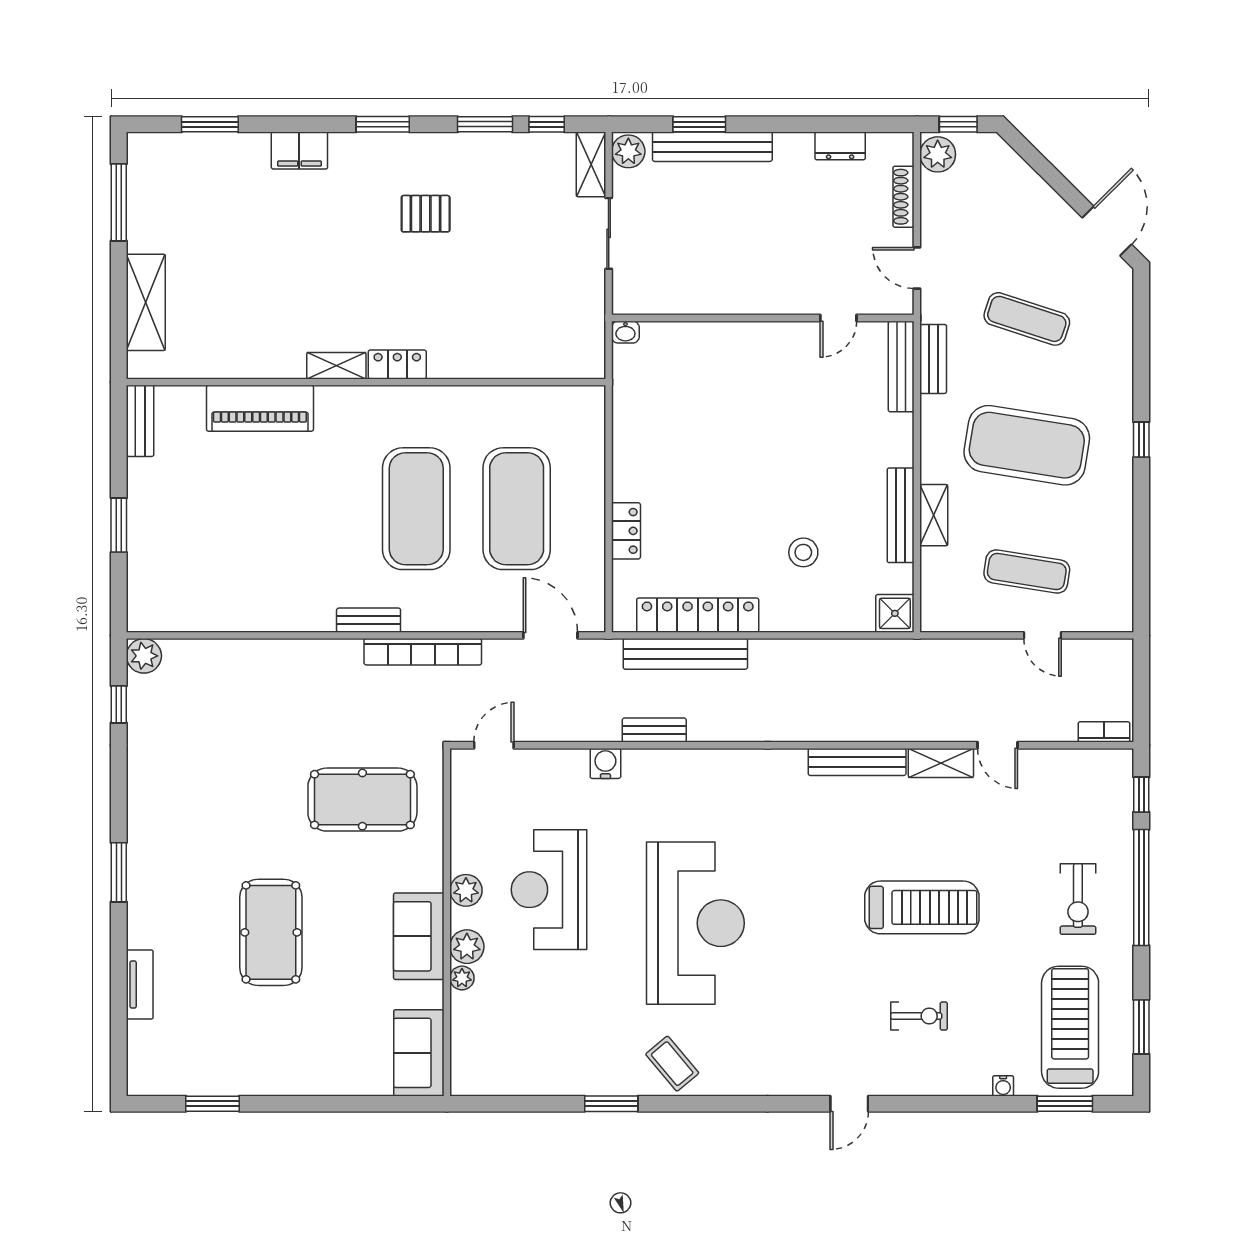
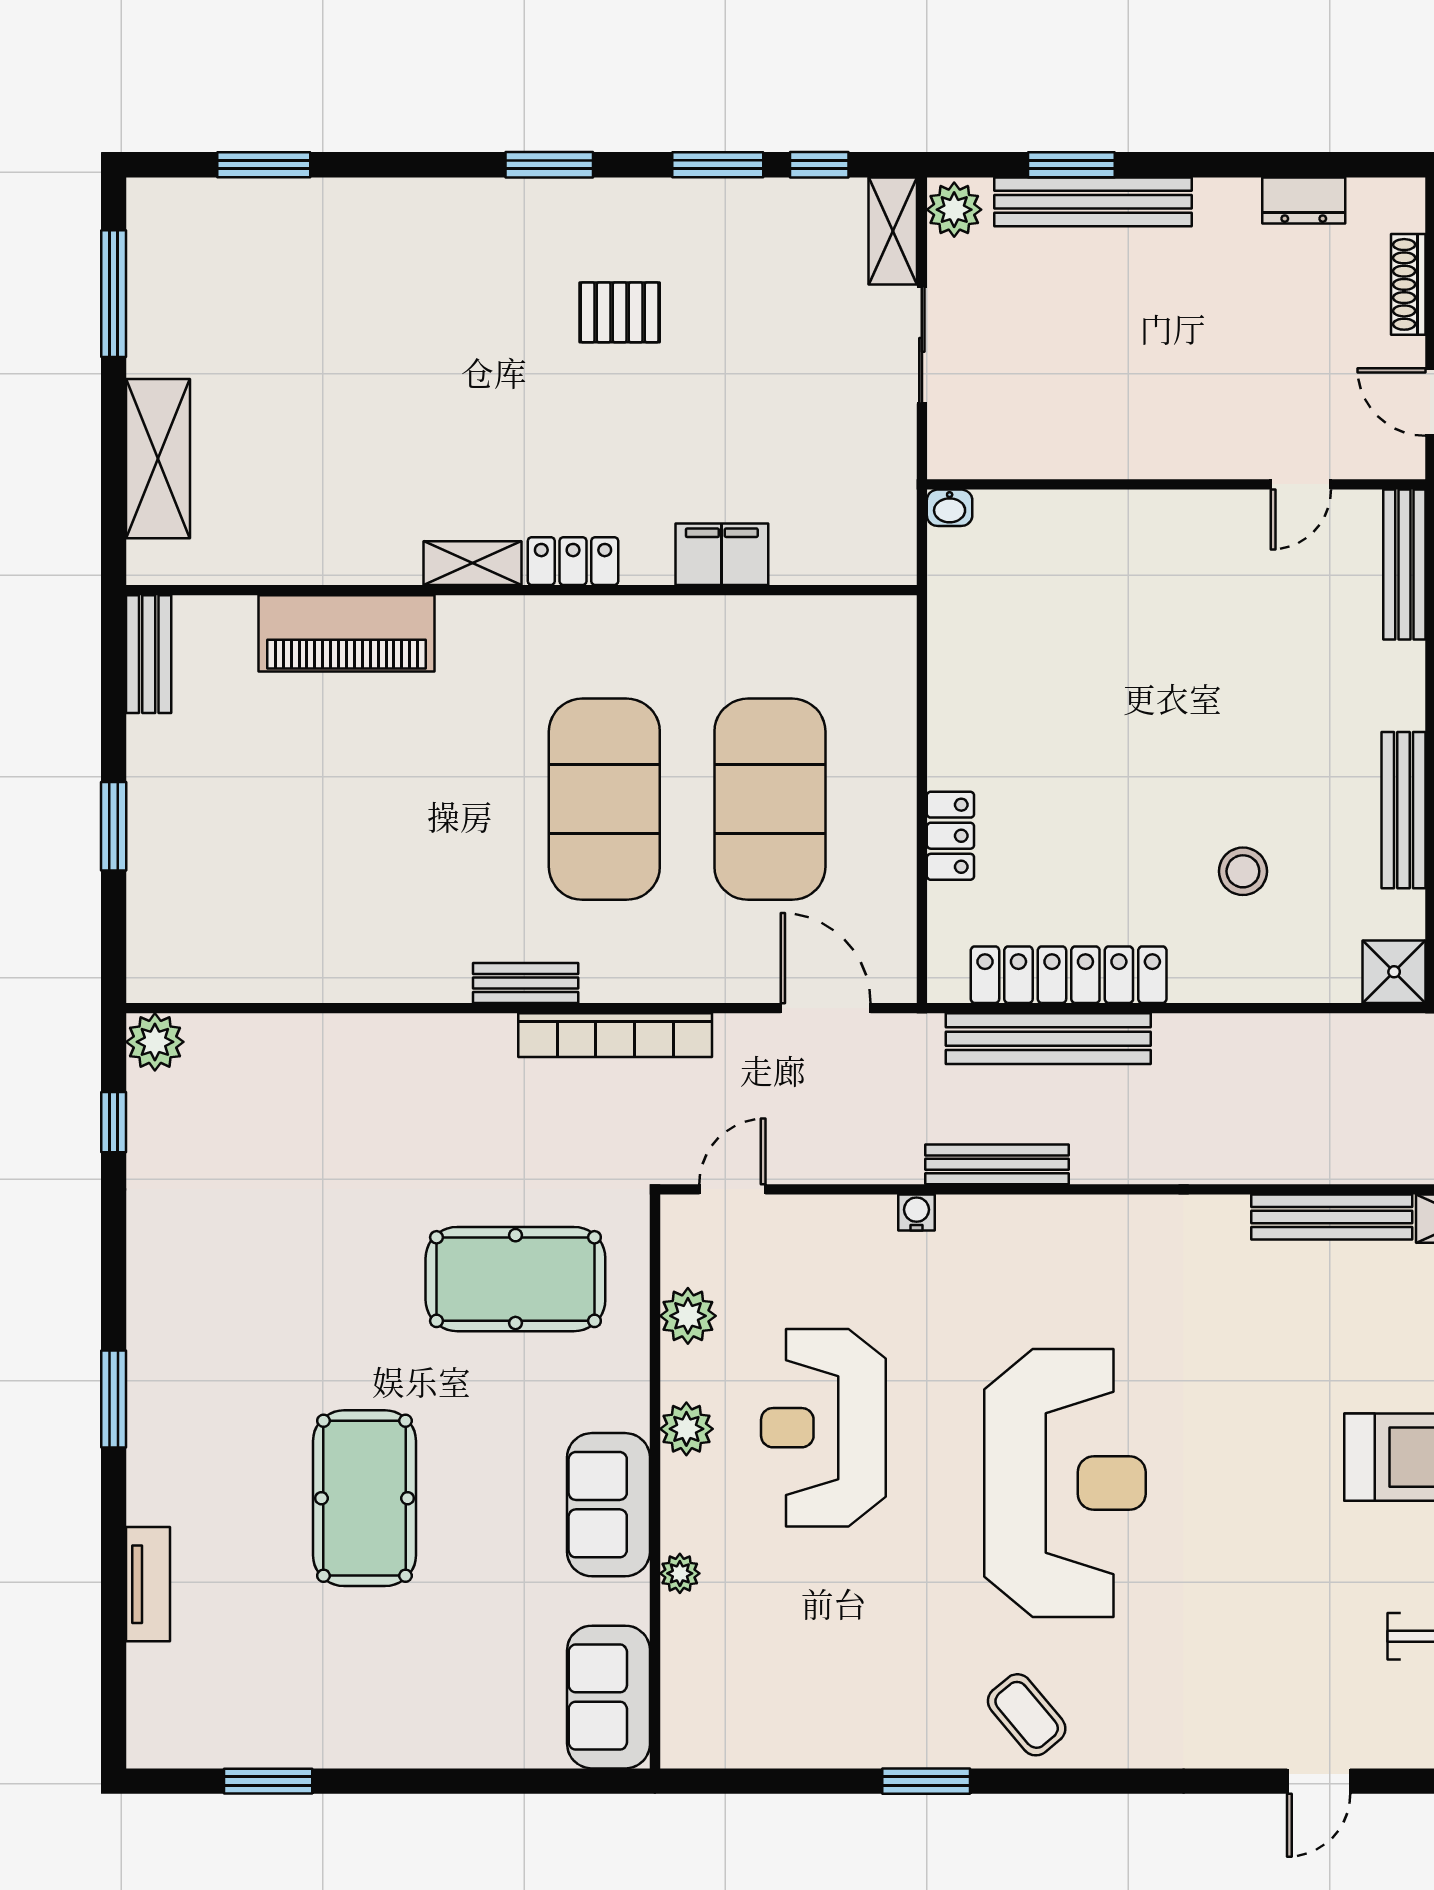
filing cabinet: (299, 150) -> (722, 554), moved, turned 180
bench: (654, 730) -> (997, 1164), width x1.36
water cooler: (605, 763) -> (916, 1213), width x0.72, depth x0.72
plant: (467, 947) -> (688, 1316), moved

